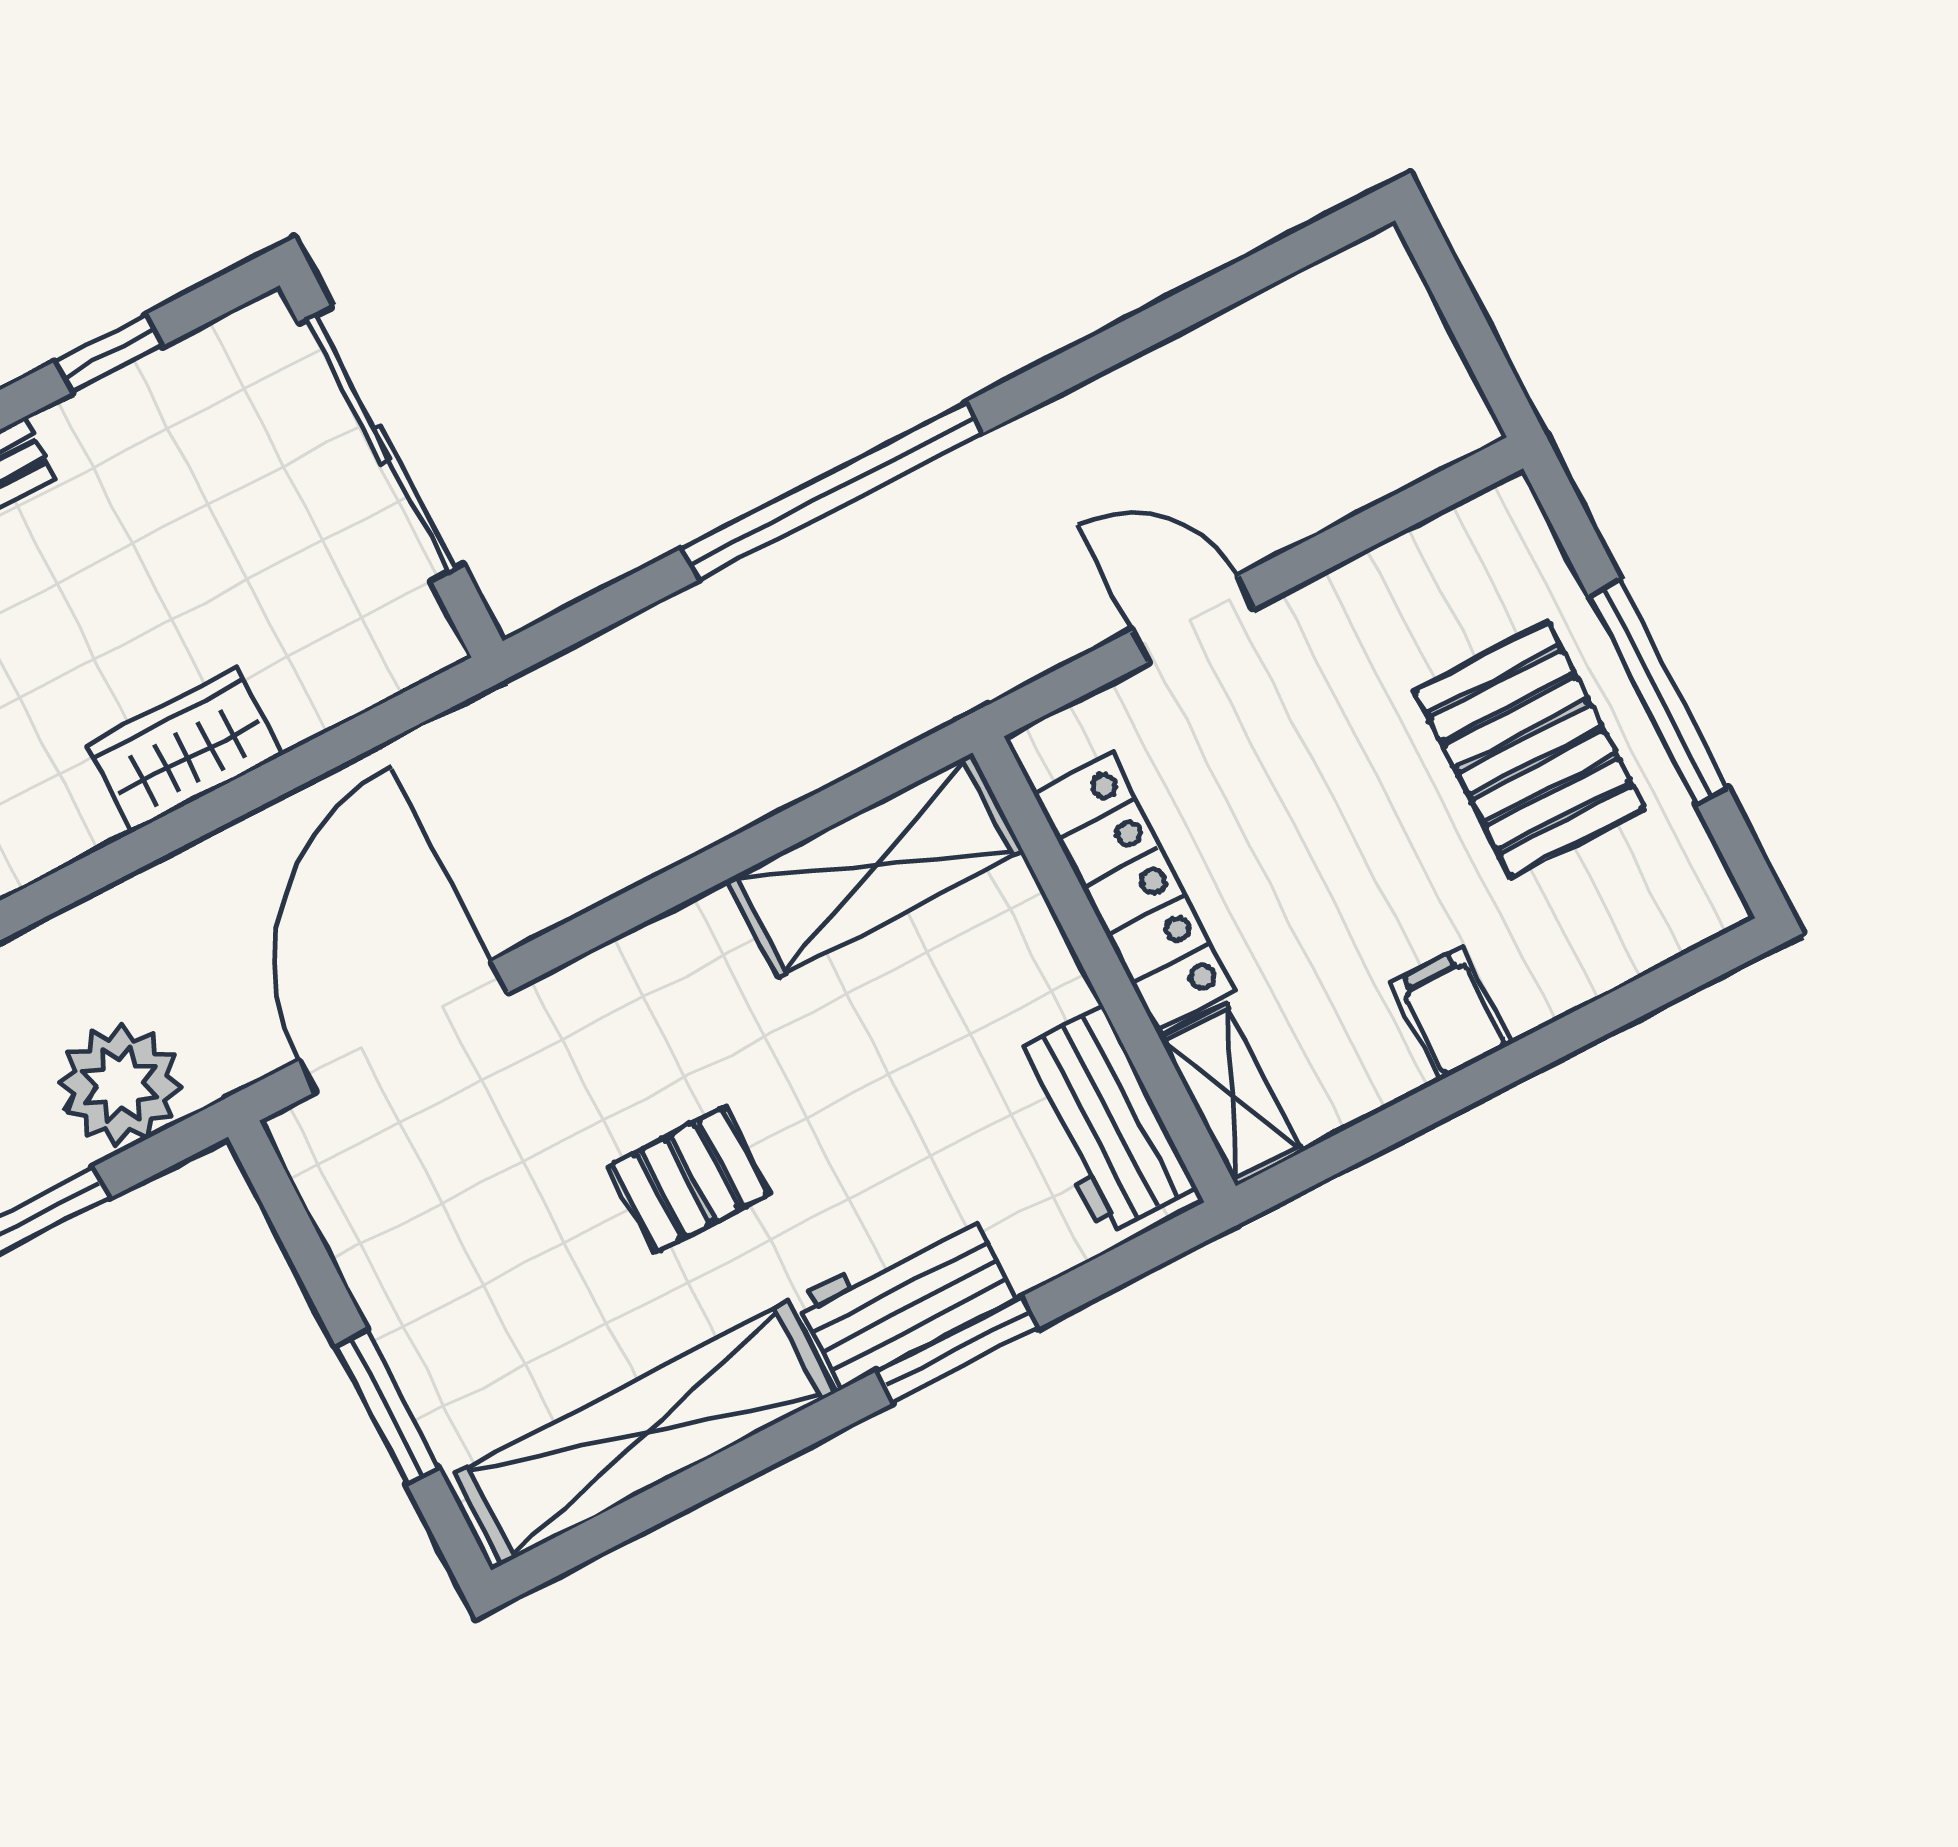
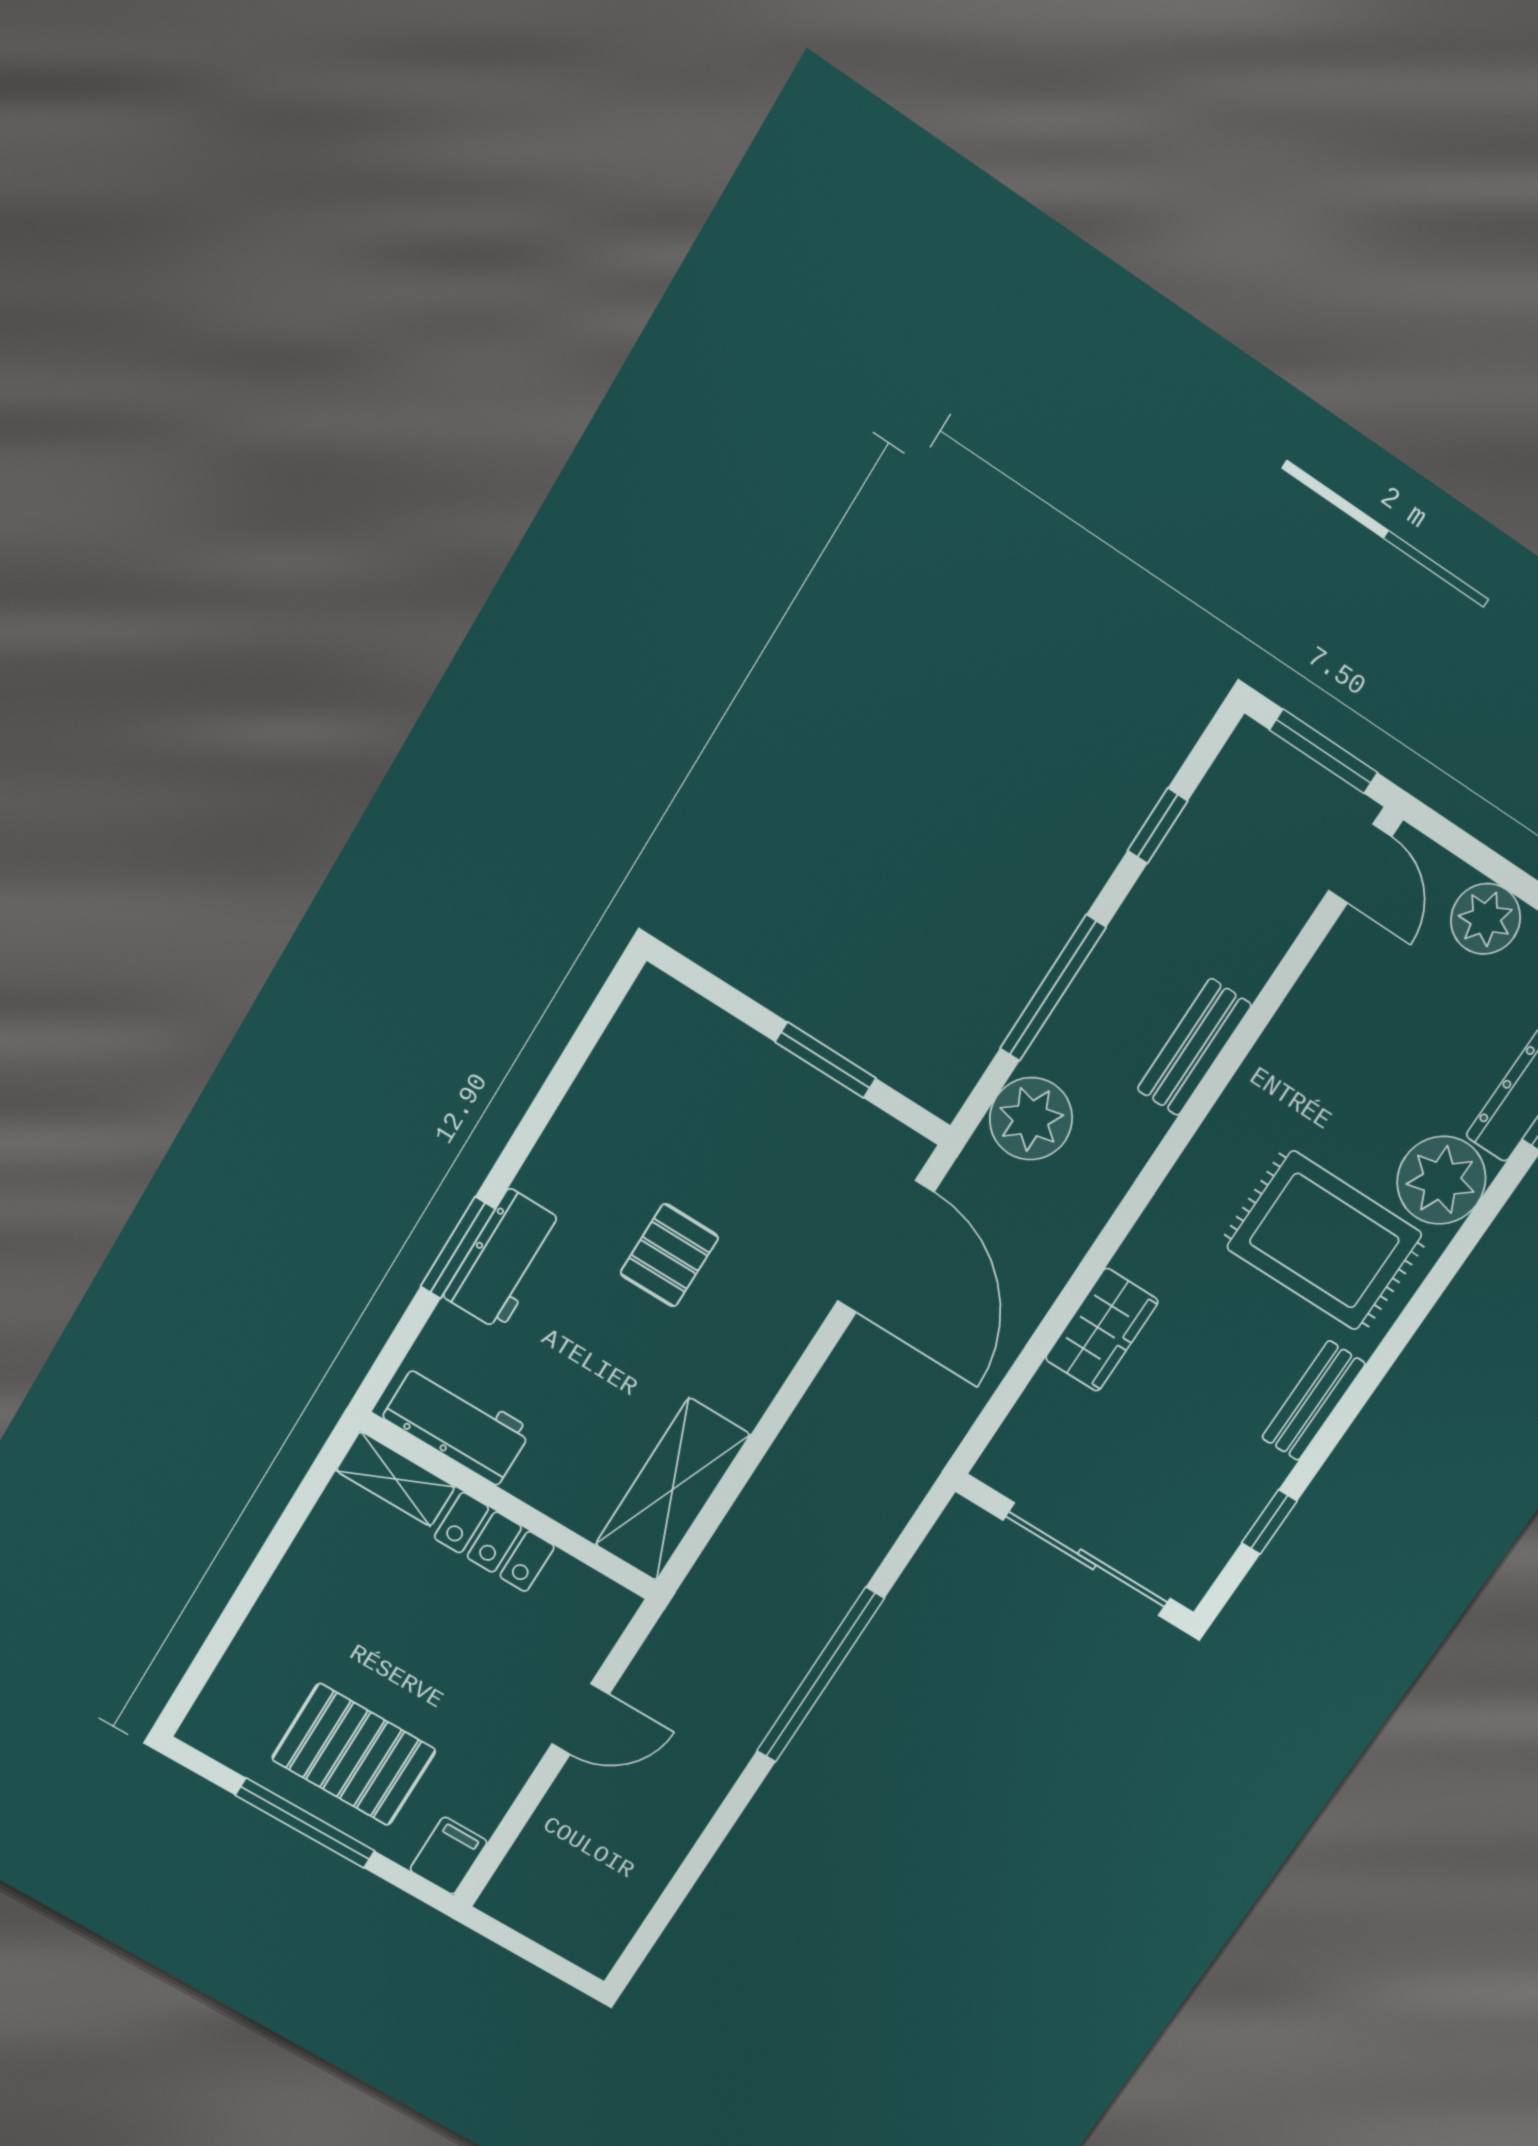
locker: (1133, 891) -> (494, 1542), width x0.66
filing cabinet: (1451, 1013) -> (448, 1856), moved, turned -90
window: (387, 1407) -> (826, 1060), moved
shelving: (645, 1433) -> (606, 1095), removed

